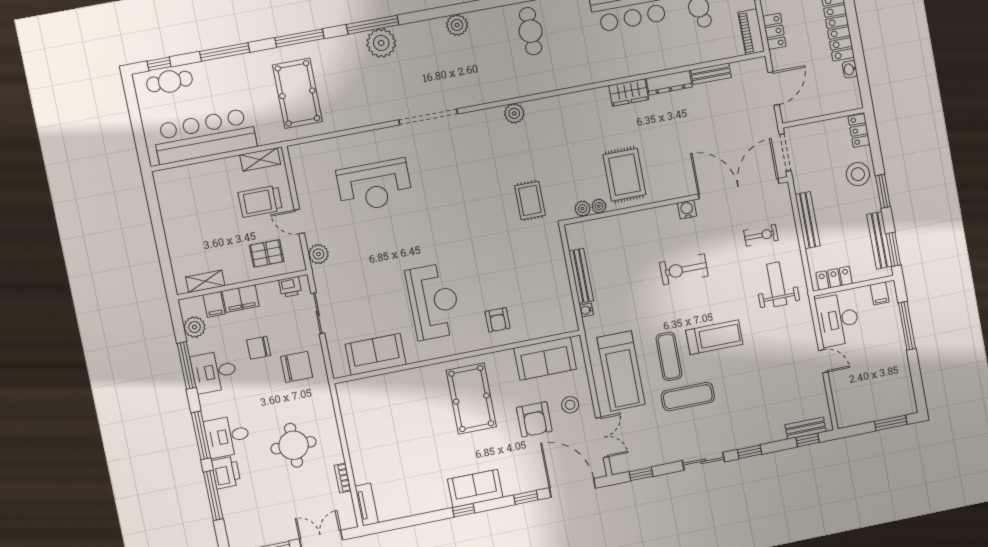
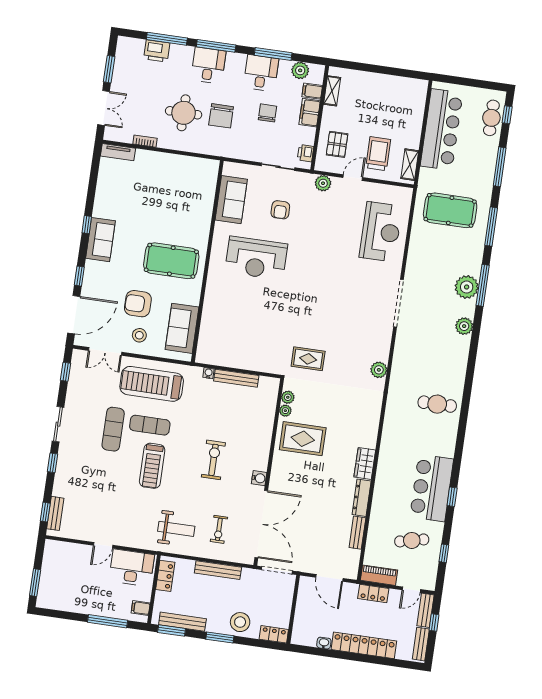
plant: (457, 25) -> (464, 326), moved
reception desk: (375, 186) -> (381, 232), moved, turned 180
armchair: (497, 320) -> (280, 210), moved, turned -90
chair: (297, 367) -> (221, 116), moved
printer: (226, 472) -> (157, 51), moved

